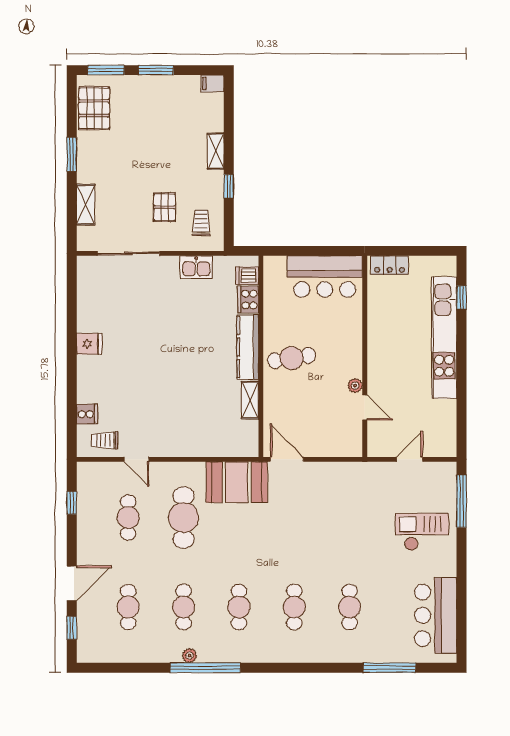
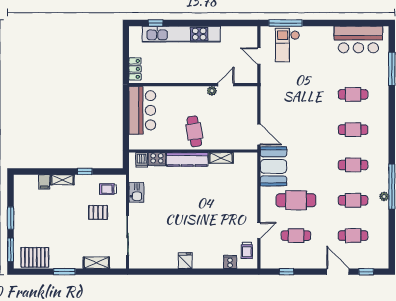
filing cabinet: (212, 83) -> (44, 182), moved
door: (287, 459) -> (259, 134), swing flipped
checkout: (422, 532) -> (287, 45), moved

